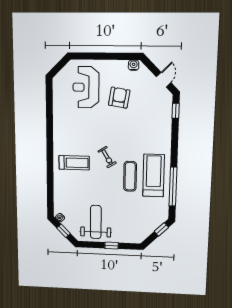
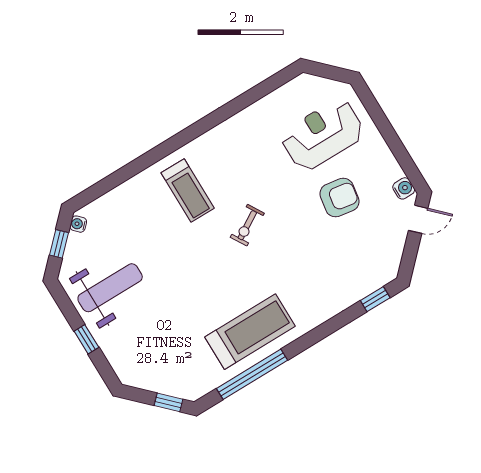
door: (164, 80) -> (418, 219), moved
exercise bike: (107, 157) -> (247, 225), moved
exercise mat: (130, 176) -> (224, 295), removed

